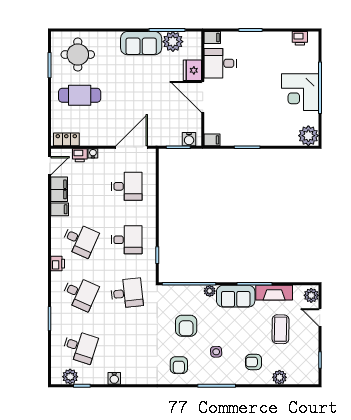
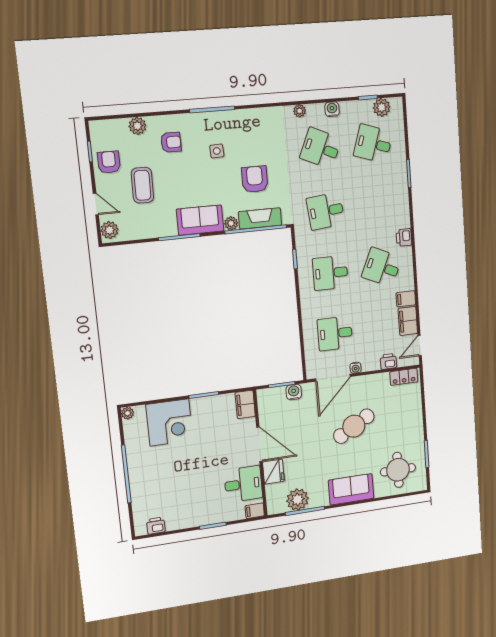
sofa: (141, 43) -> (351, 489), moved
corner desk: (300, 92) -> (169, 422), moved, turned 90
cafe table: (80, 95) -> (354, 426), moved, turned -30
plant: (308, 136) -> (128, 413), width x0.53, depth x0.53
water cooler: (189, 139) -> (294, 392), moved
filing cabinet: (212, 140) -> (245, 404), width x2.00
water cooler: (93, 153) -> (355, 368), moved
desk: (80, 293) -> (321, 148), moved
fireplace: (274, 293) -> (260, 218), moved
armchair: (179, 365) -> (109, 162), moved
plant: (143, 379) -> (300, 111), added

